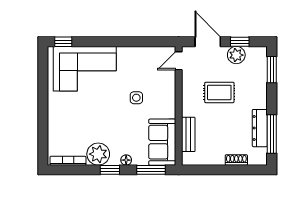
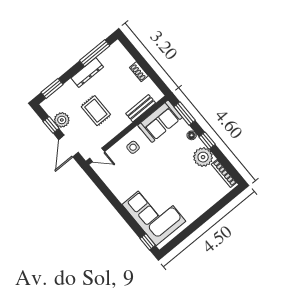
side table: (136, 98) -> (133, 147), moved
dresser: (260, 128) -> (87, 73), moved
shoe rack: (236, 160) -> (139, 72), moved

